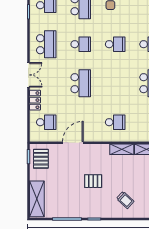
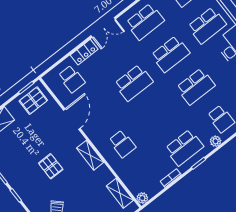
school desk: (81, 44) -> (170, 54), width x1.85
school desk: (115, 44) -> (196, 86), width x1.85
door: (73, 143) -> (72, 119), hinge flipped
shelving: (122, 149) -> (90, 155), moved

